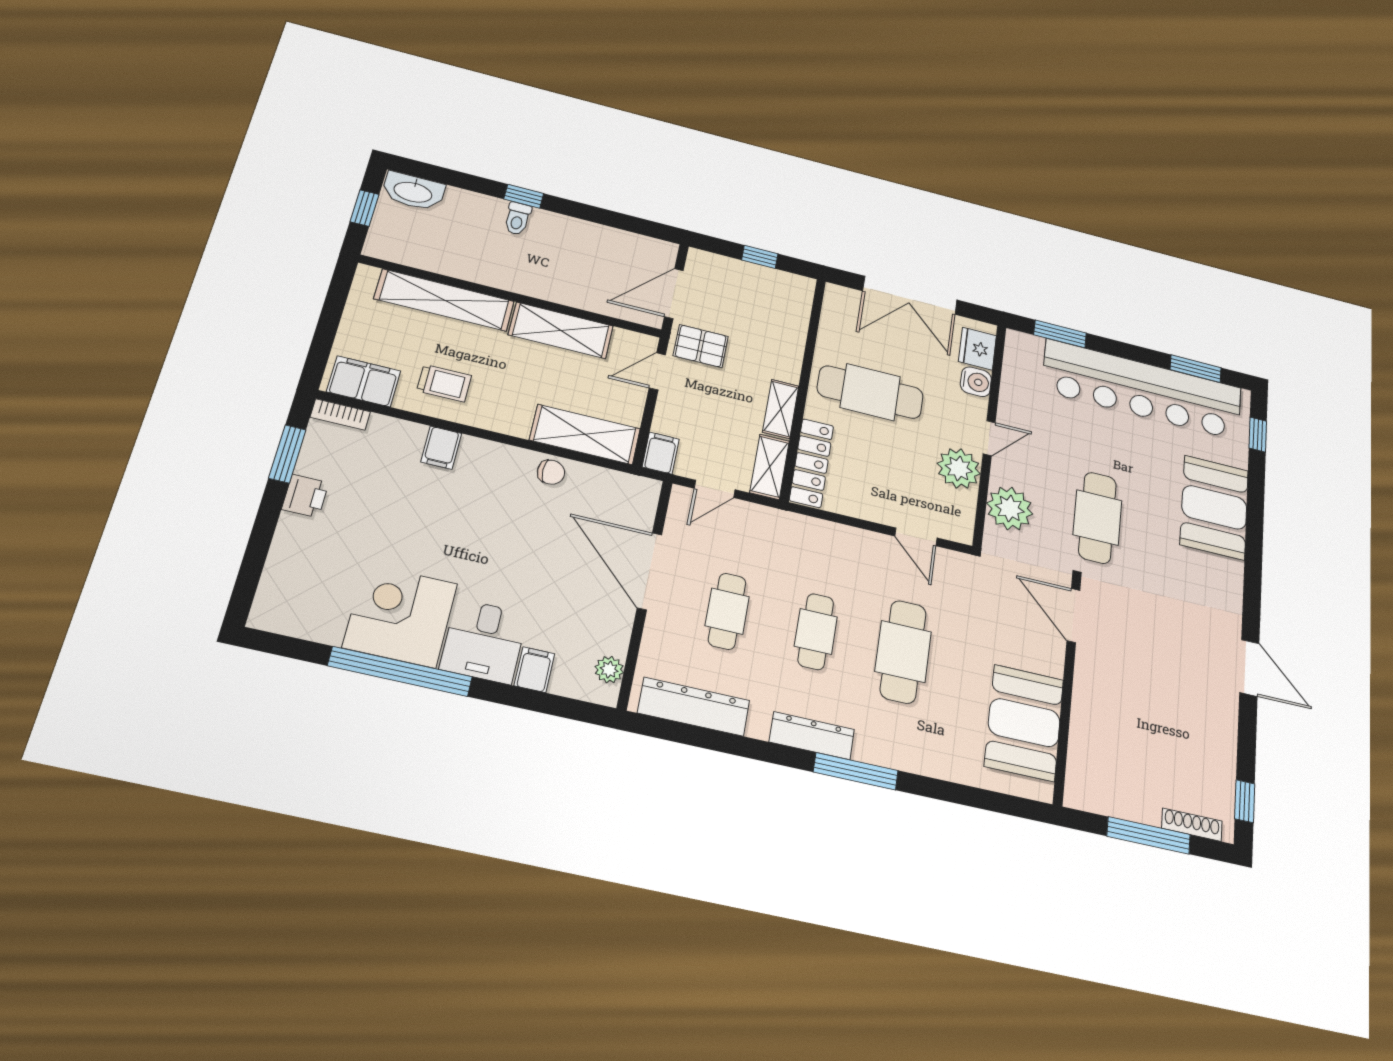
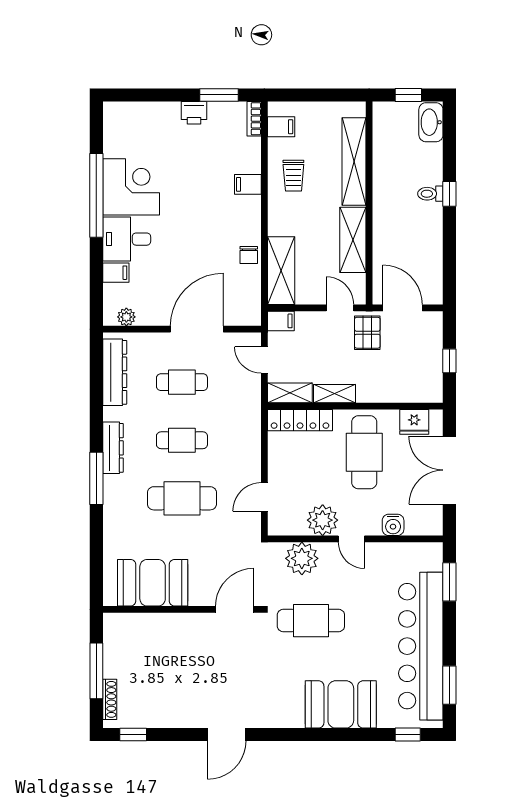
fridge: (977, 349) -> (414, 422), moved, turned 180
filing cabinet: (364, 381) -> (281, 127), width x0.50

